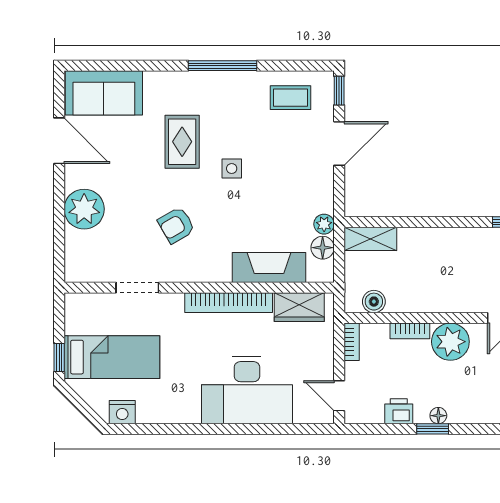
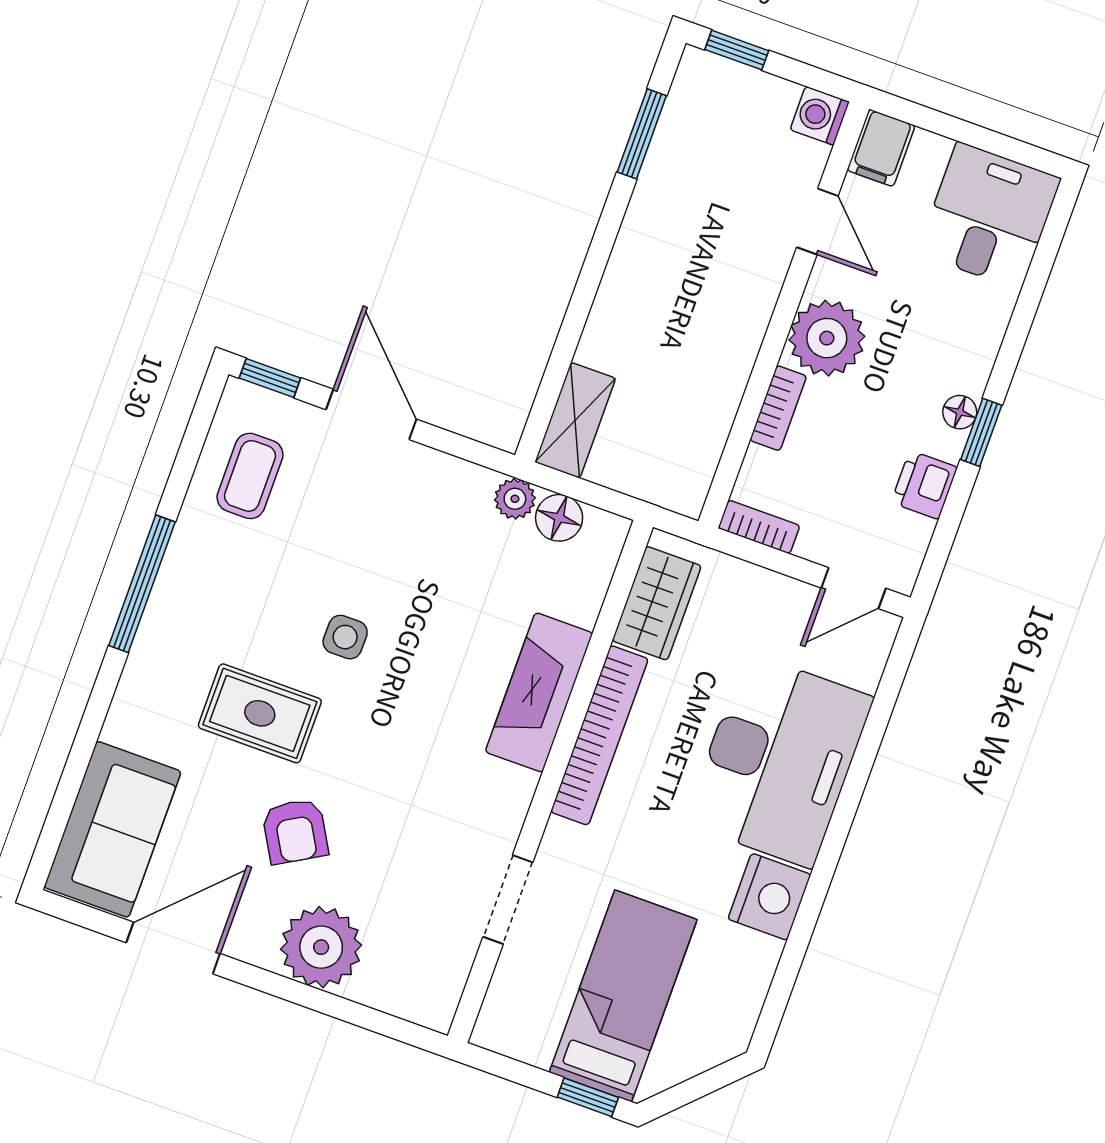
armchair: (176, 225) -> (295, 831), moved
fireplace: (269, 268) -> (539, 692), moved
boiler: (374, 302) -> (697, 457), removed
nightstand: (122, 412) -> (769, 897), moved, width x1.36, depth x1.33

